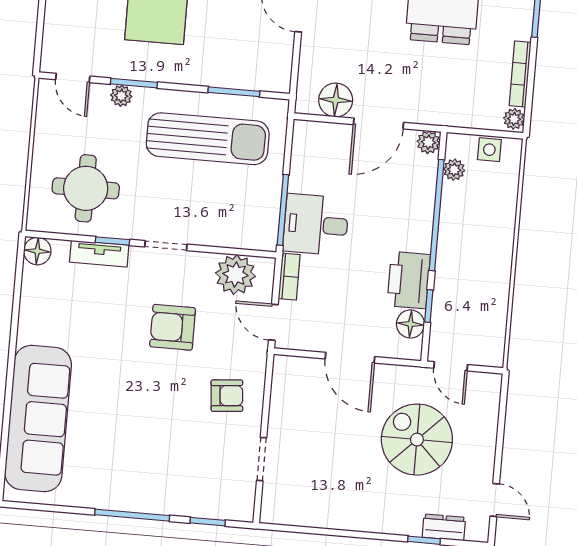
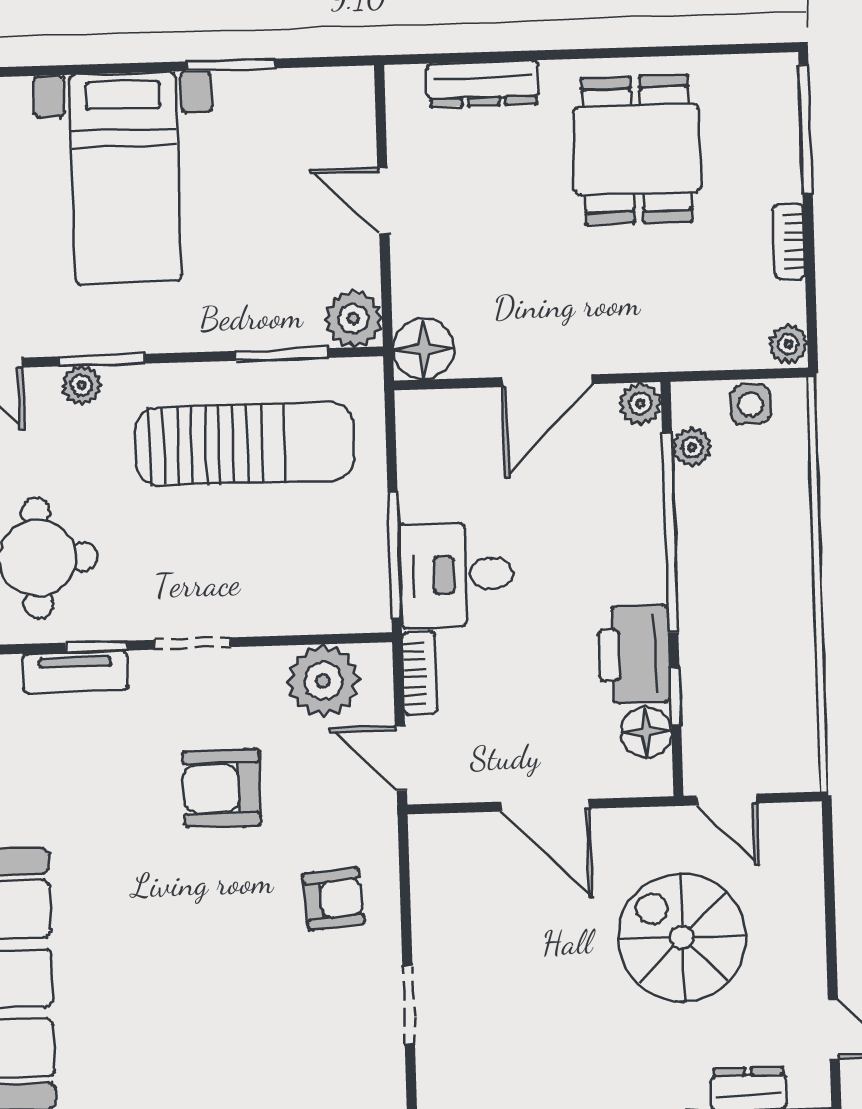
bookcase: (520, 74) -> (789, 241), width x0.64
plant: (276, 77) -> (353, 319), added
floor lamp: (336, 100) -> (423, 349), moved

